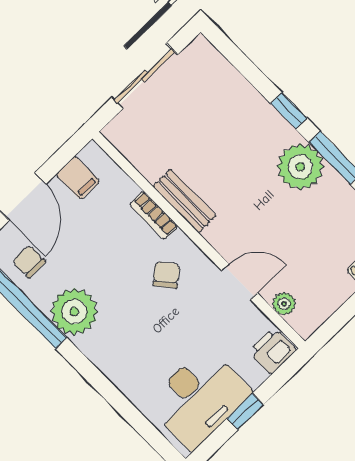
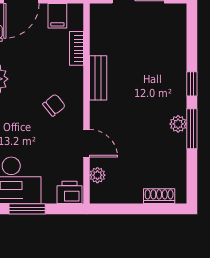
plant: (300, 167) -> (178, 124), width x0.53, depth x0.53
bookcase: (154, 215) -> (76, 48), moved
window: (245, 412) -> (27, 209), width x1.50

